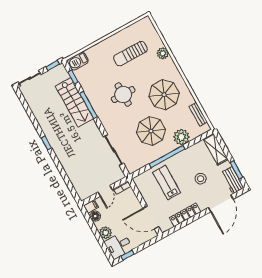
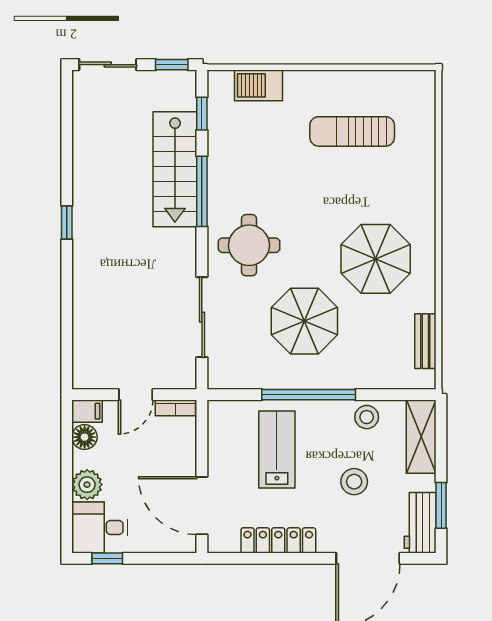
plant: (163, 53) -> (422, 169), removed
barbecue: (78, 61) -> (259, 85), moved
round table: (123, 95) -> (249, 245), moved
plant: (181, 137) -> (362, 370), removed
stool: (192, 153) -> (367, 417), added

